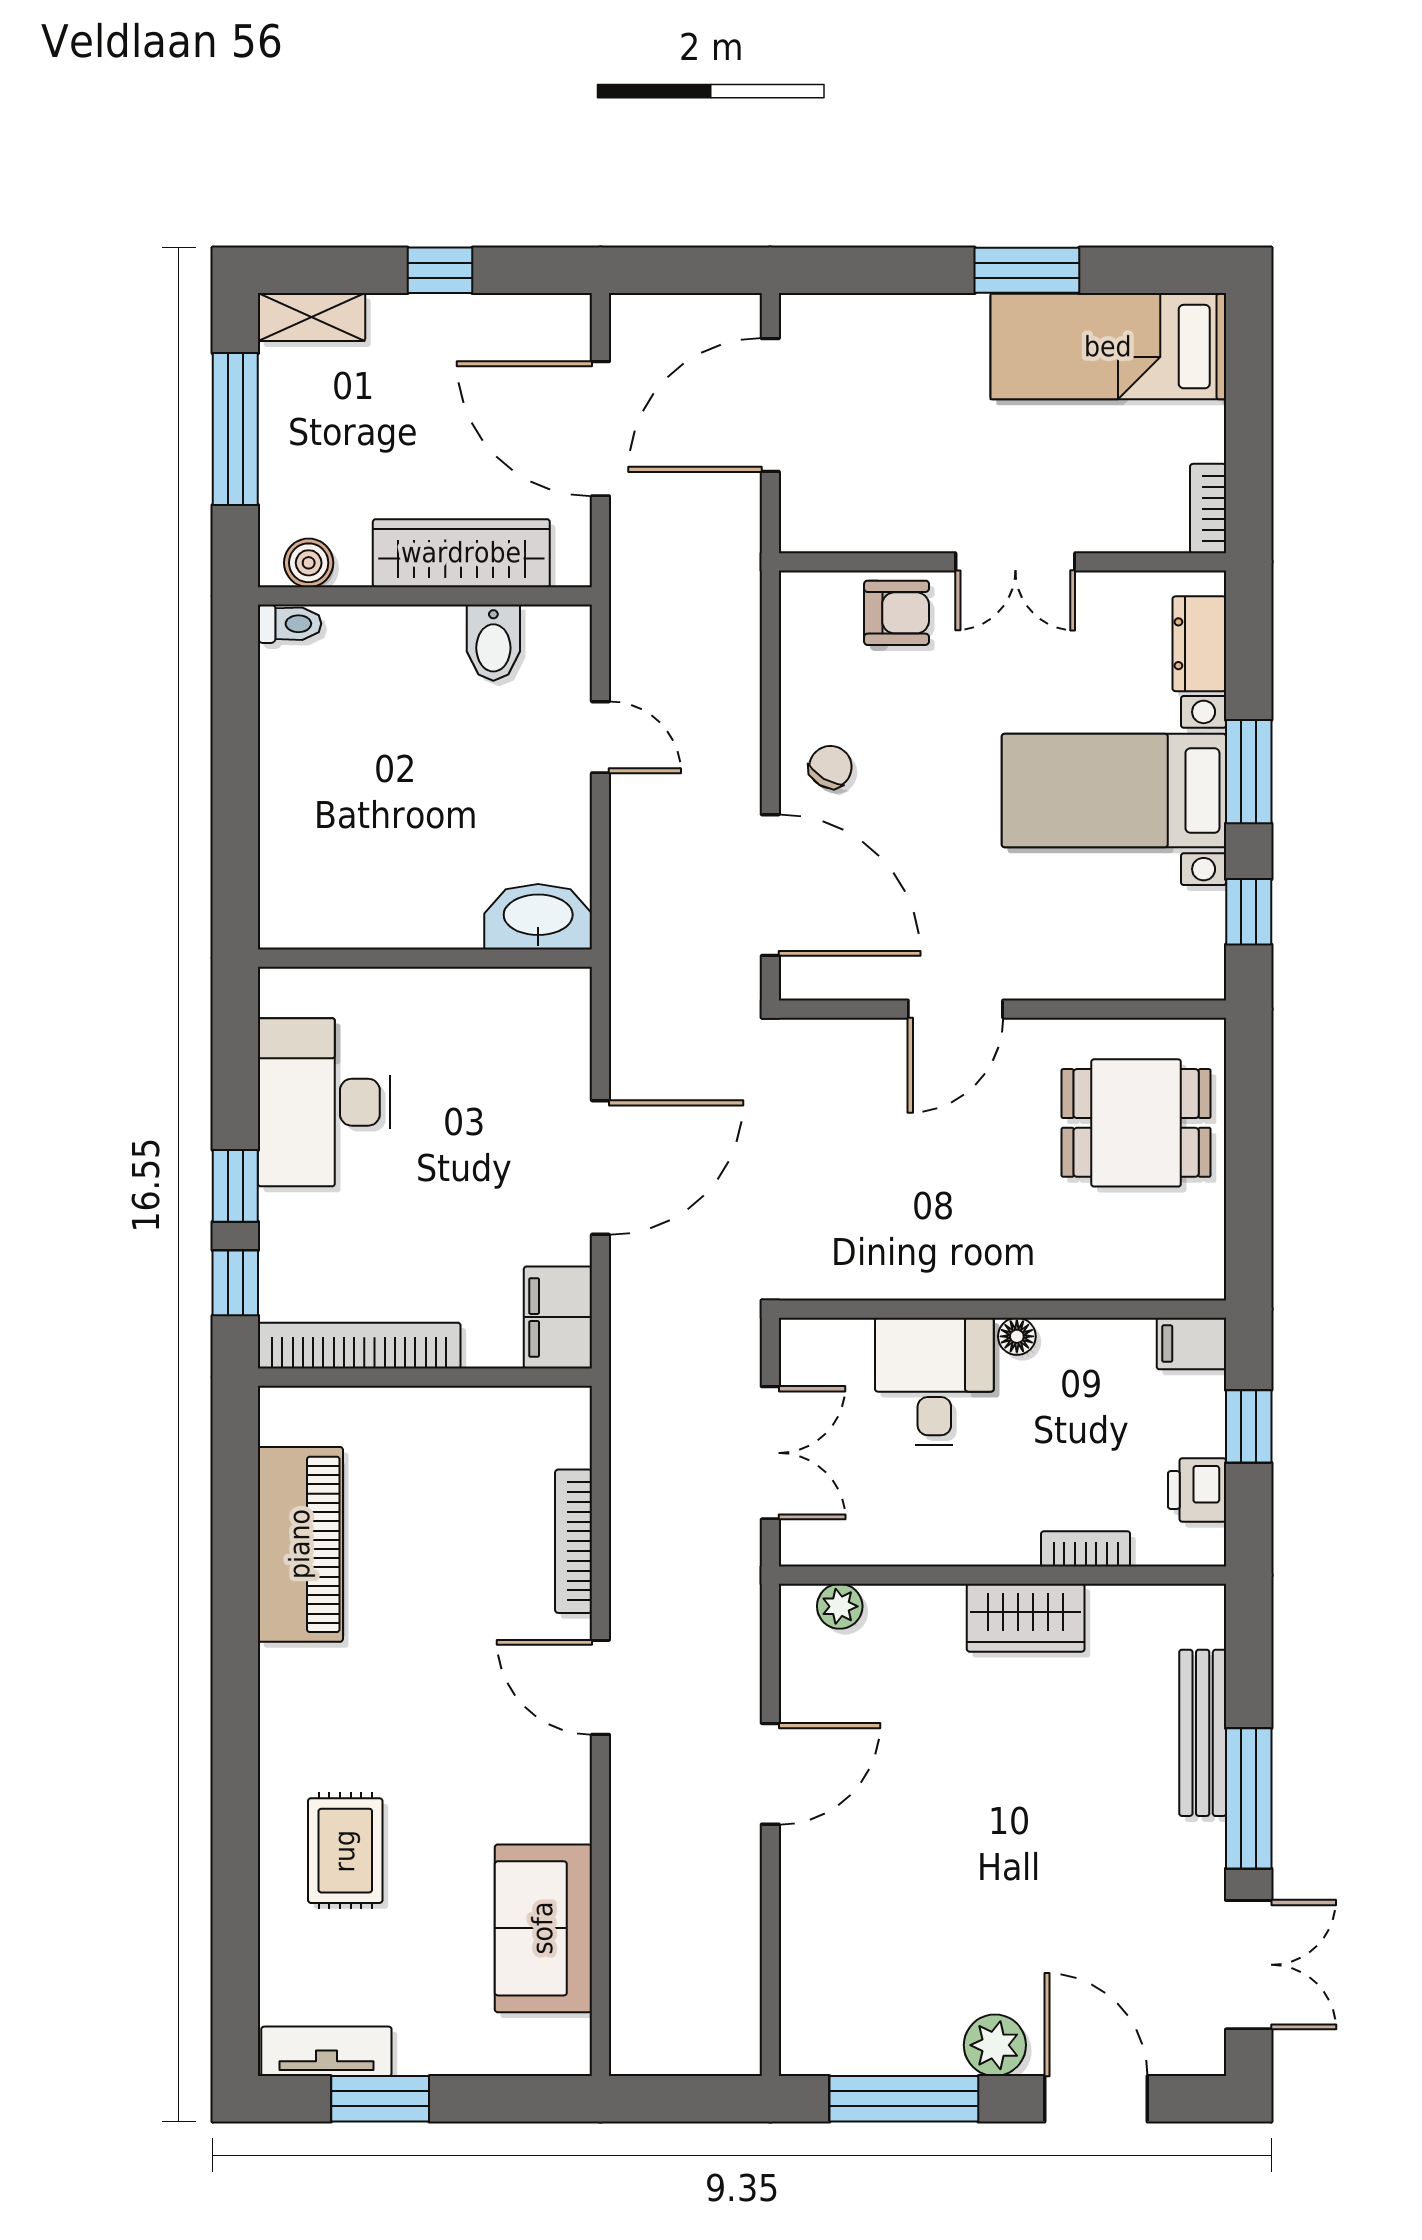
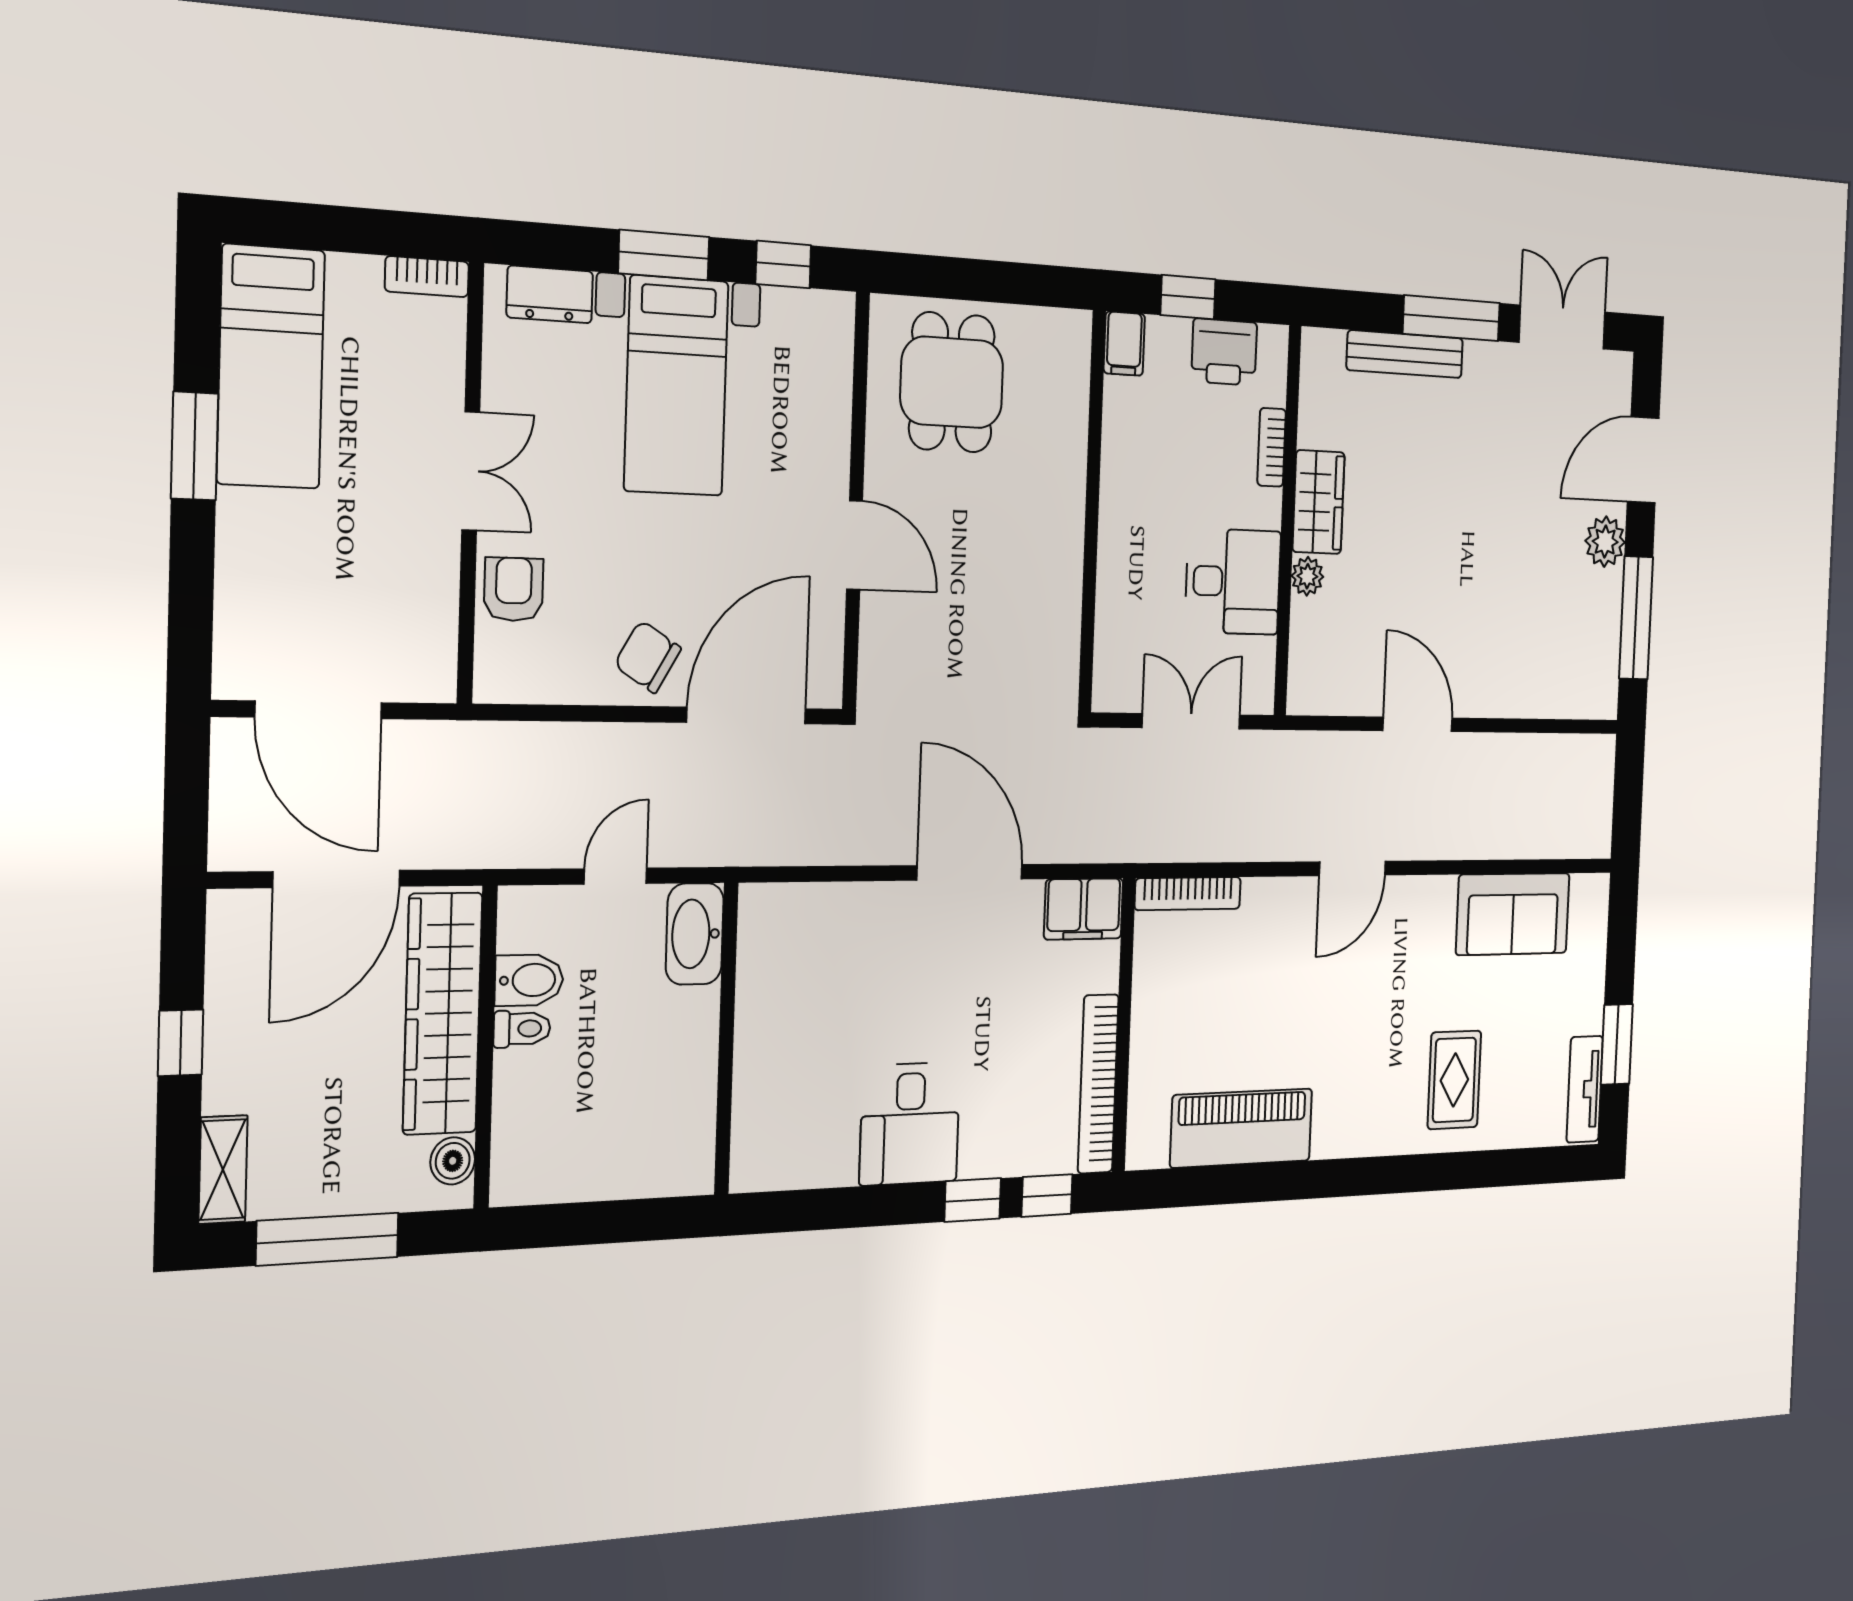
wardrobe: (461, 553) -> (443, 1013), width x1.40, depth x1.17
toilet: (290, 624) -> (522, 1029), moved, turned 90
chair: (830, 767) -> (648, 657), width x1.37, depth x1.37
washbasin: (538, 917) -> (695, 934), moved
wall: (425, 958) -> (726, 1039), moved
desk: (324, 1102) -> (910, 1124), width x0.73
floor lamp: (1017, 1336) -> (1113, 500), removed
desk: (934, 1382) -> (1233, 582), moved, turned 180
printer: (1197, 1490) -> (1224, 352), width x1.36, depth x1.24
bookcase: (574, 1541) -> (1188, 894), moved
plant: (840, 1606) -> (1307, 576), moved
rug: (345, 1851) -> (1454, 1080), turned 90

